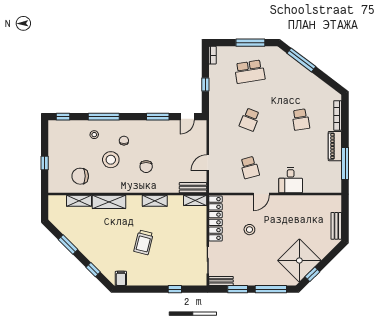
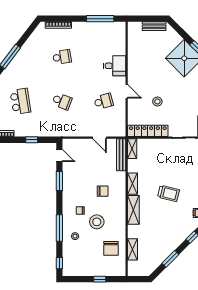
piano: (335, 146) -> (85, 27), removed
bench: (193, 188) -> (121, 155), width x1.36
shelving: (109, 202) -> (133, 210), moved

